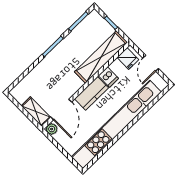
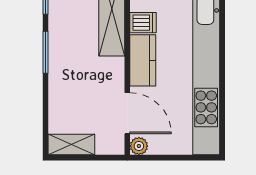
shelving: (36, 112) -> (71, 145), moved

